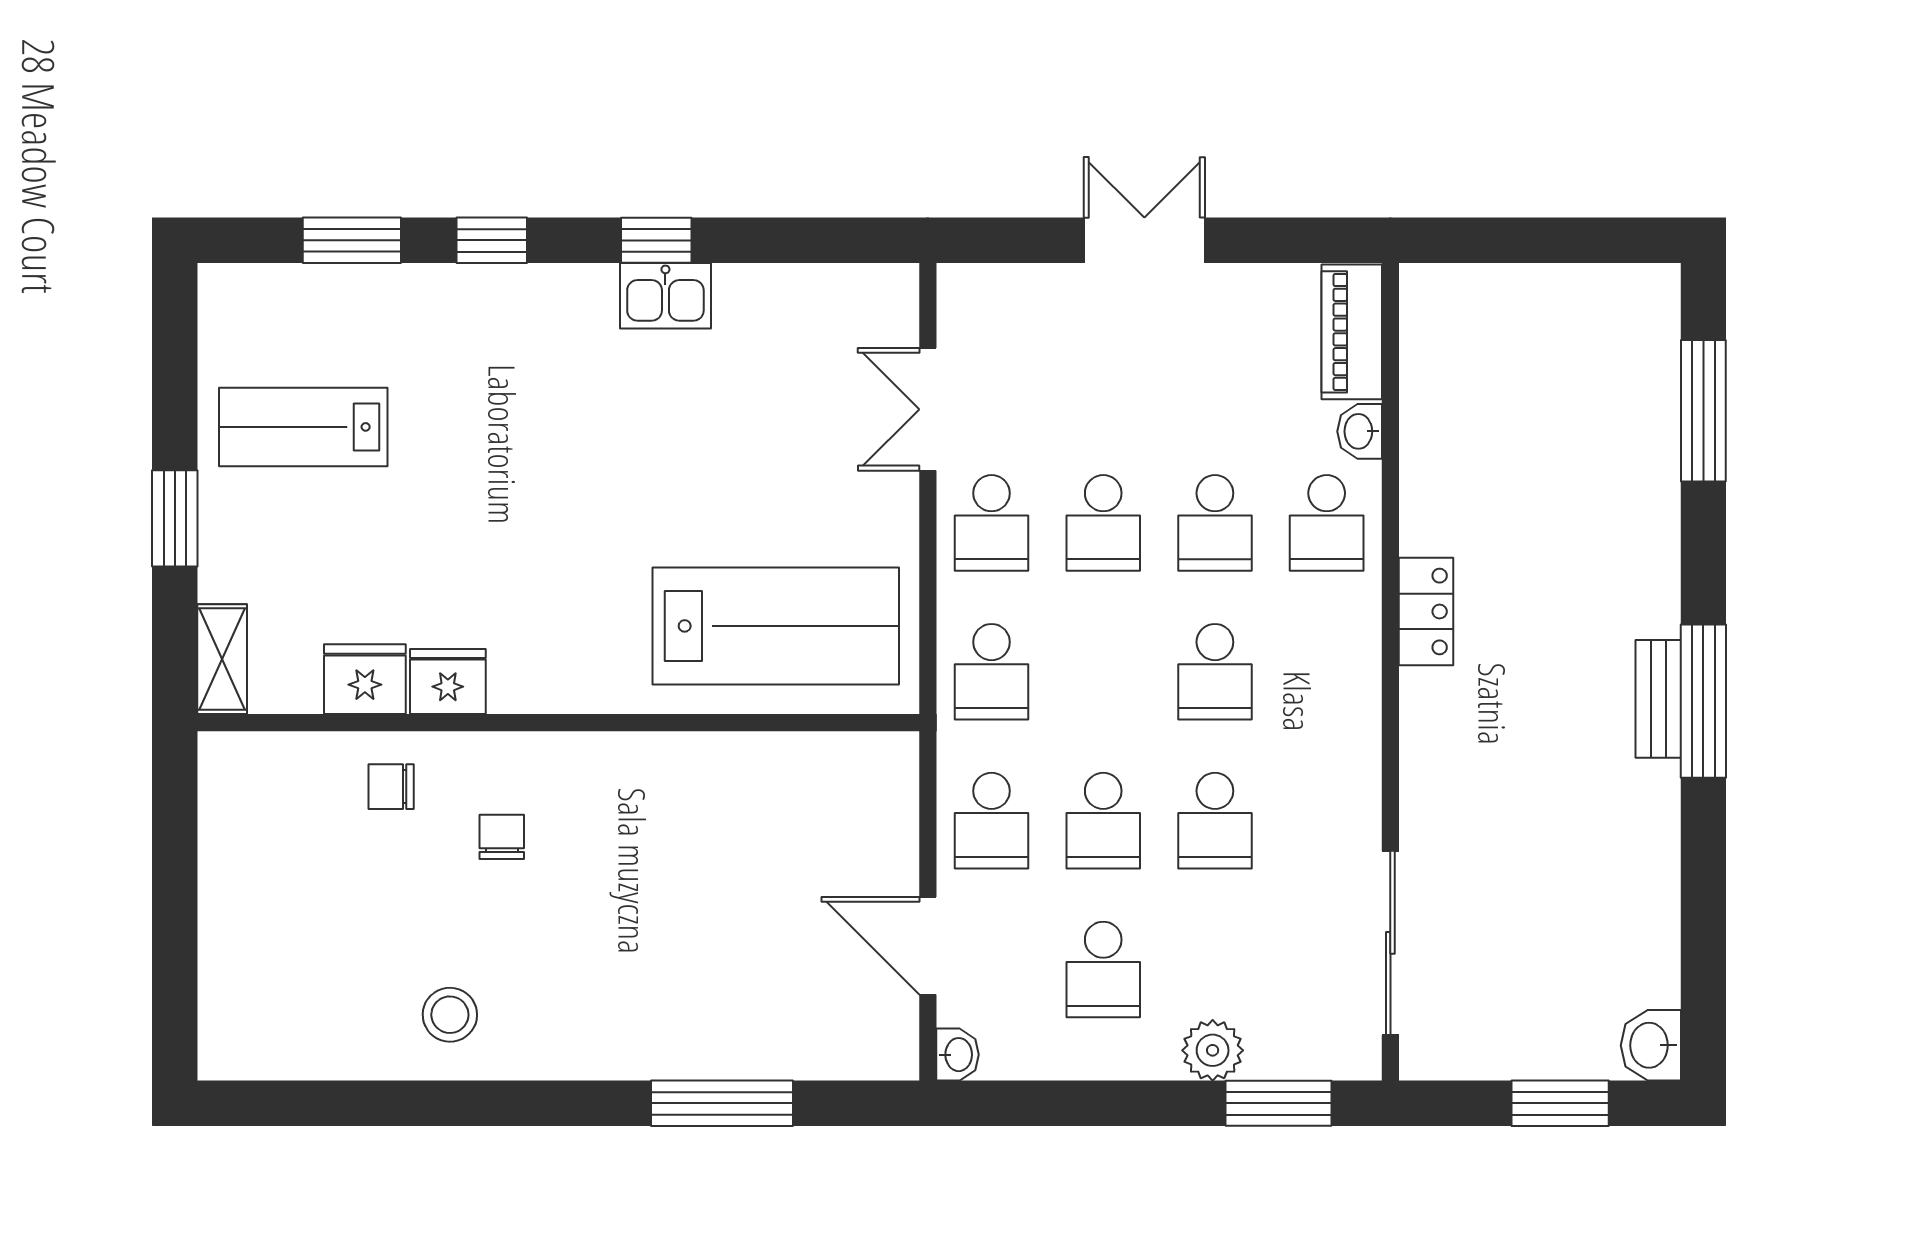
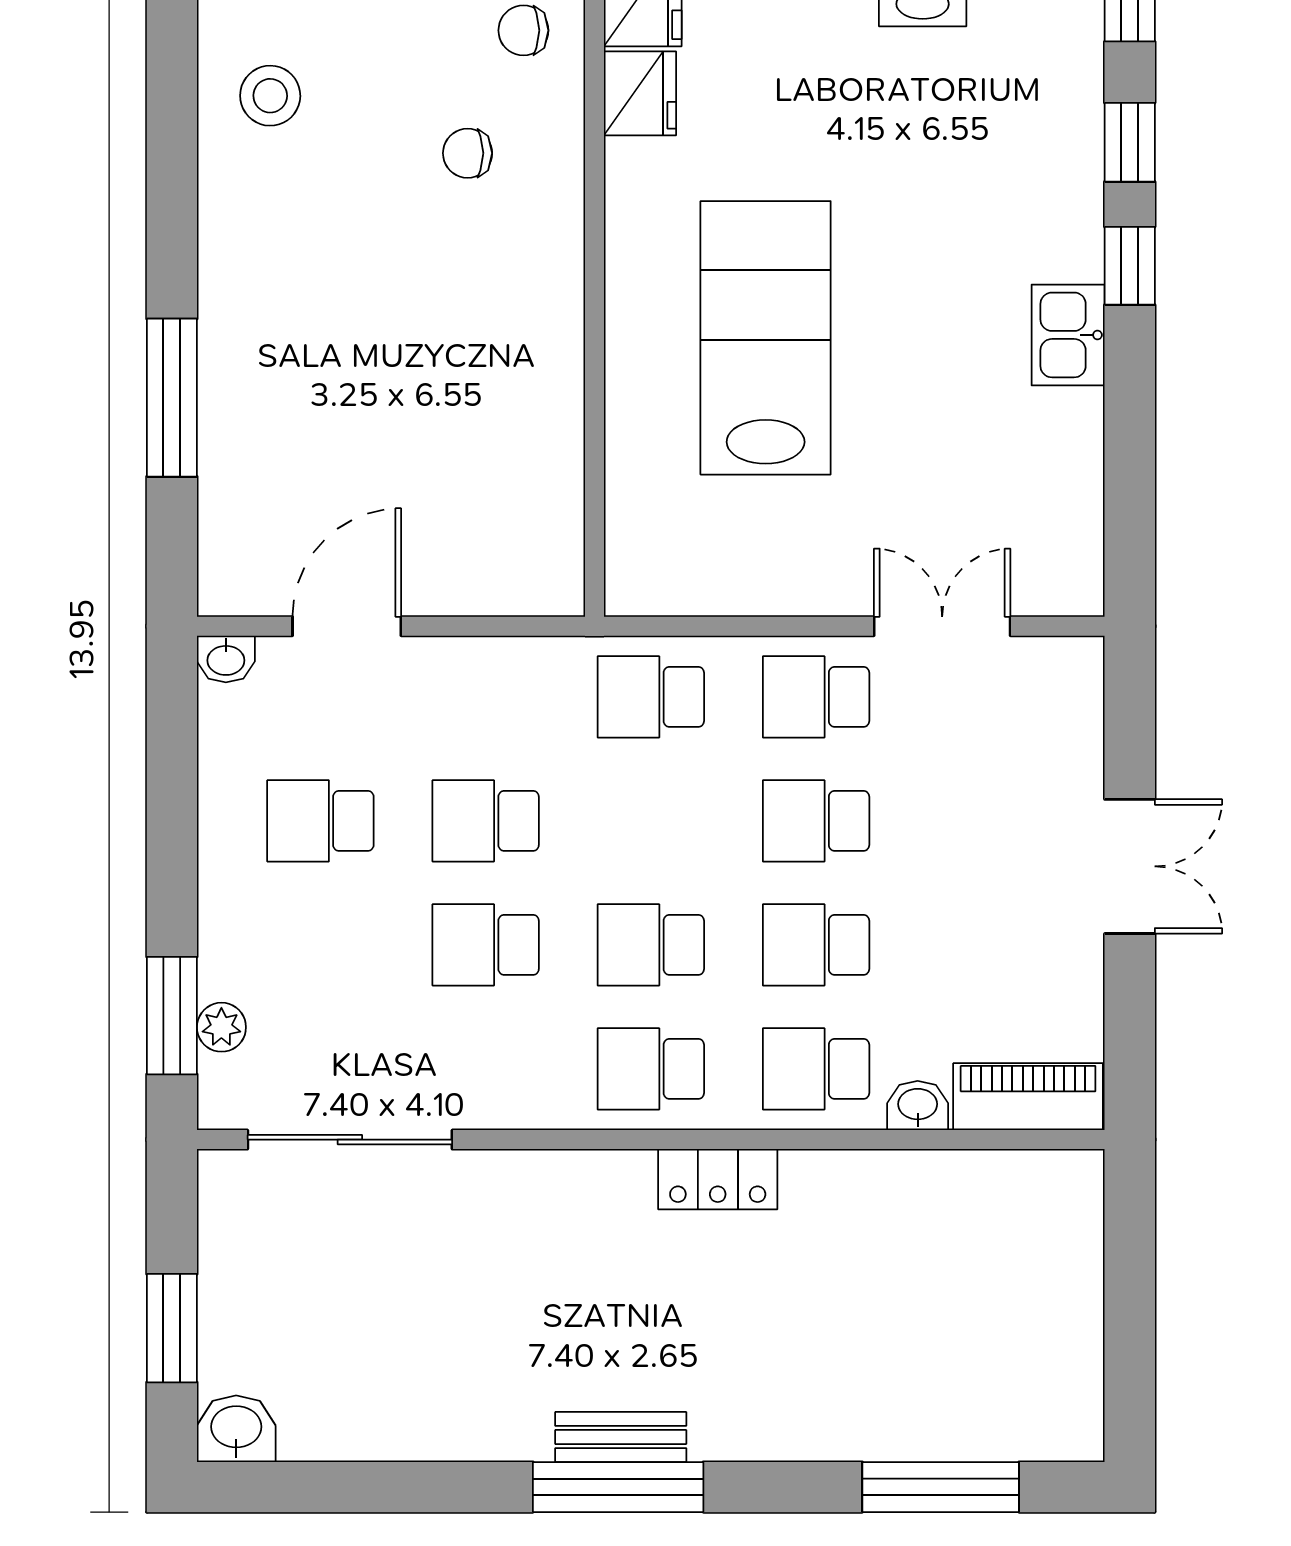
window: (656, 240) -> (1130, 266), moved
lab bench: (776, 626) -> (766, 338), moved, turned 180
chair: (391, 787) -> (523, 30), turned -90
school desk: (992, 821) -> (651, 1069), moved
chair: (502, 837) -> (468, 153), turned 180
plant: (1213, 1050) -> (221, 1027), moved, width x0.73, depth x0.73

